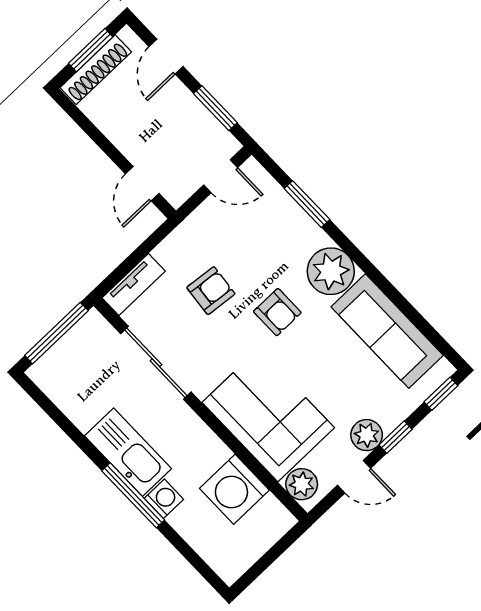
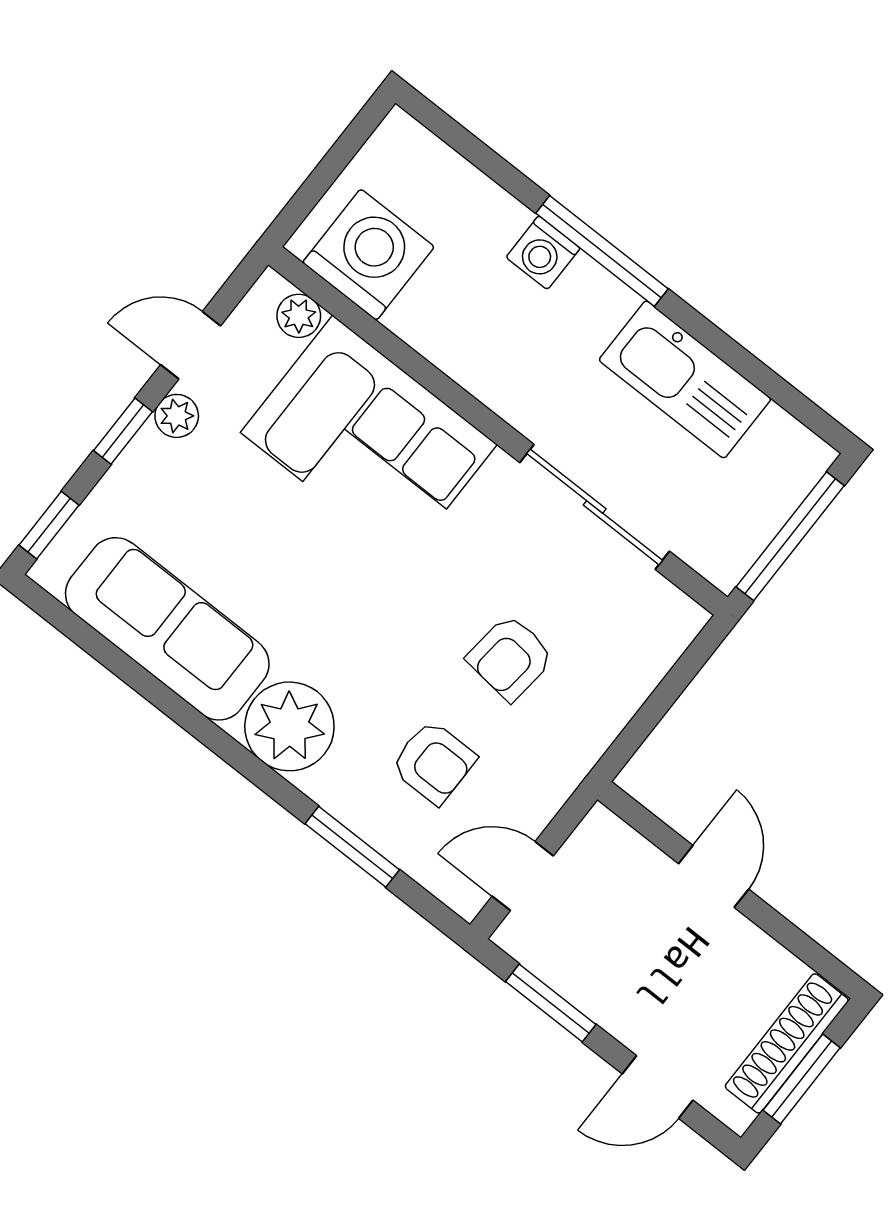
door: (166, 57) -> (658, 1087), swing flipped
door: (142, 184) -> (714, 876), moved
tv unit: (134, 284) -> (658, 649), removed
armchair: (277, 312) -> (434, 762), moved, turned 180
plant: (367, 435) -> (177, 416), width x0.73, depth x0.73
kitchen sink: (128, 452) -> (685, 379), moved
plant: (302, 484) -> (299, 316), width x0.73, depth x0.73
washing machine: (234, 489) -> (368, 255), moved

